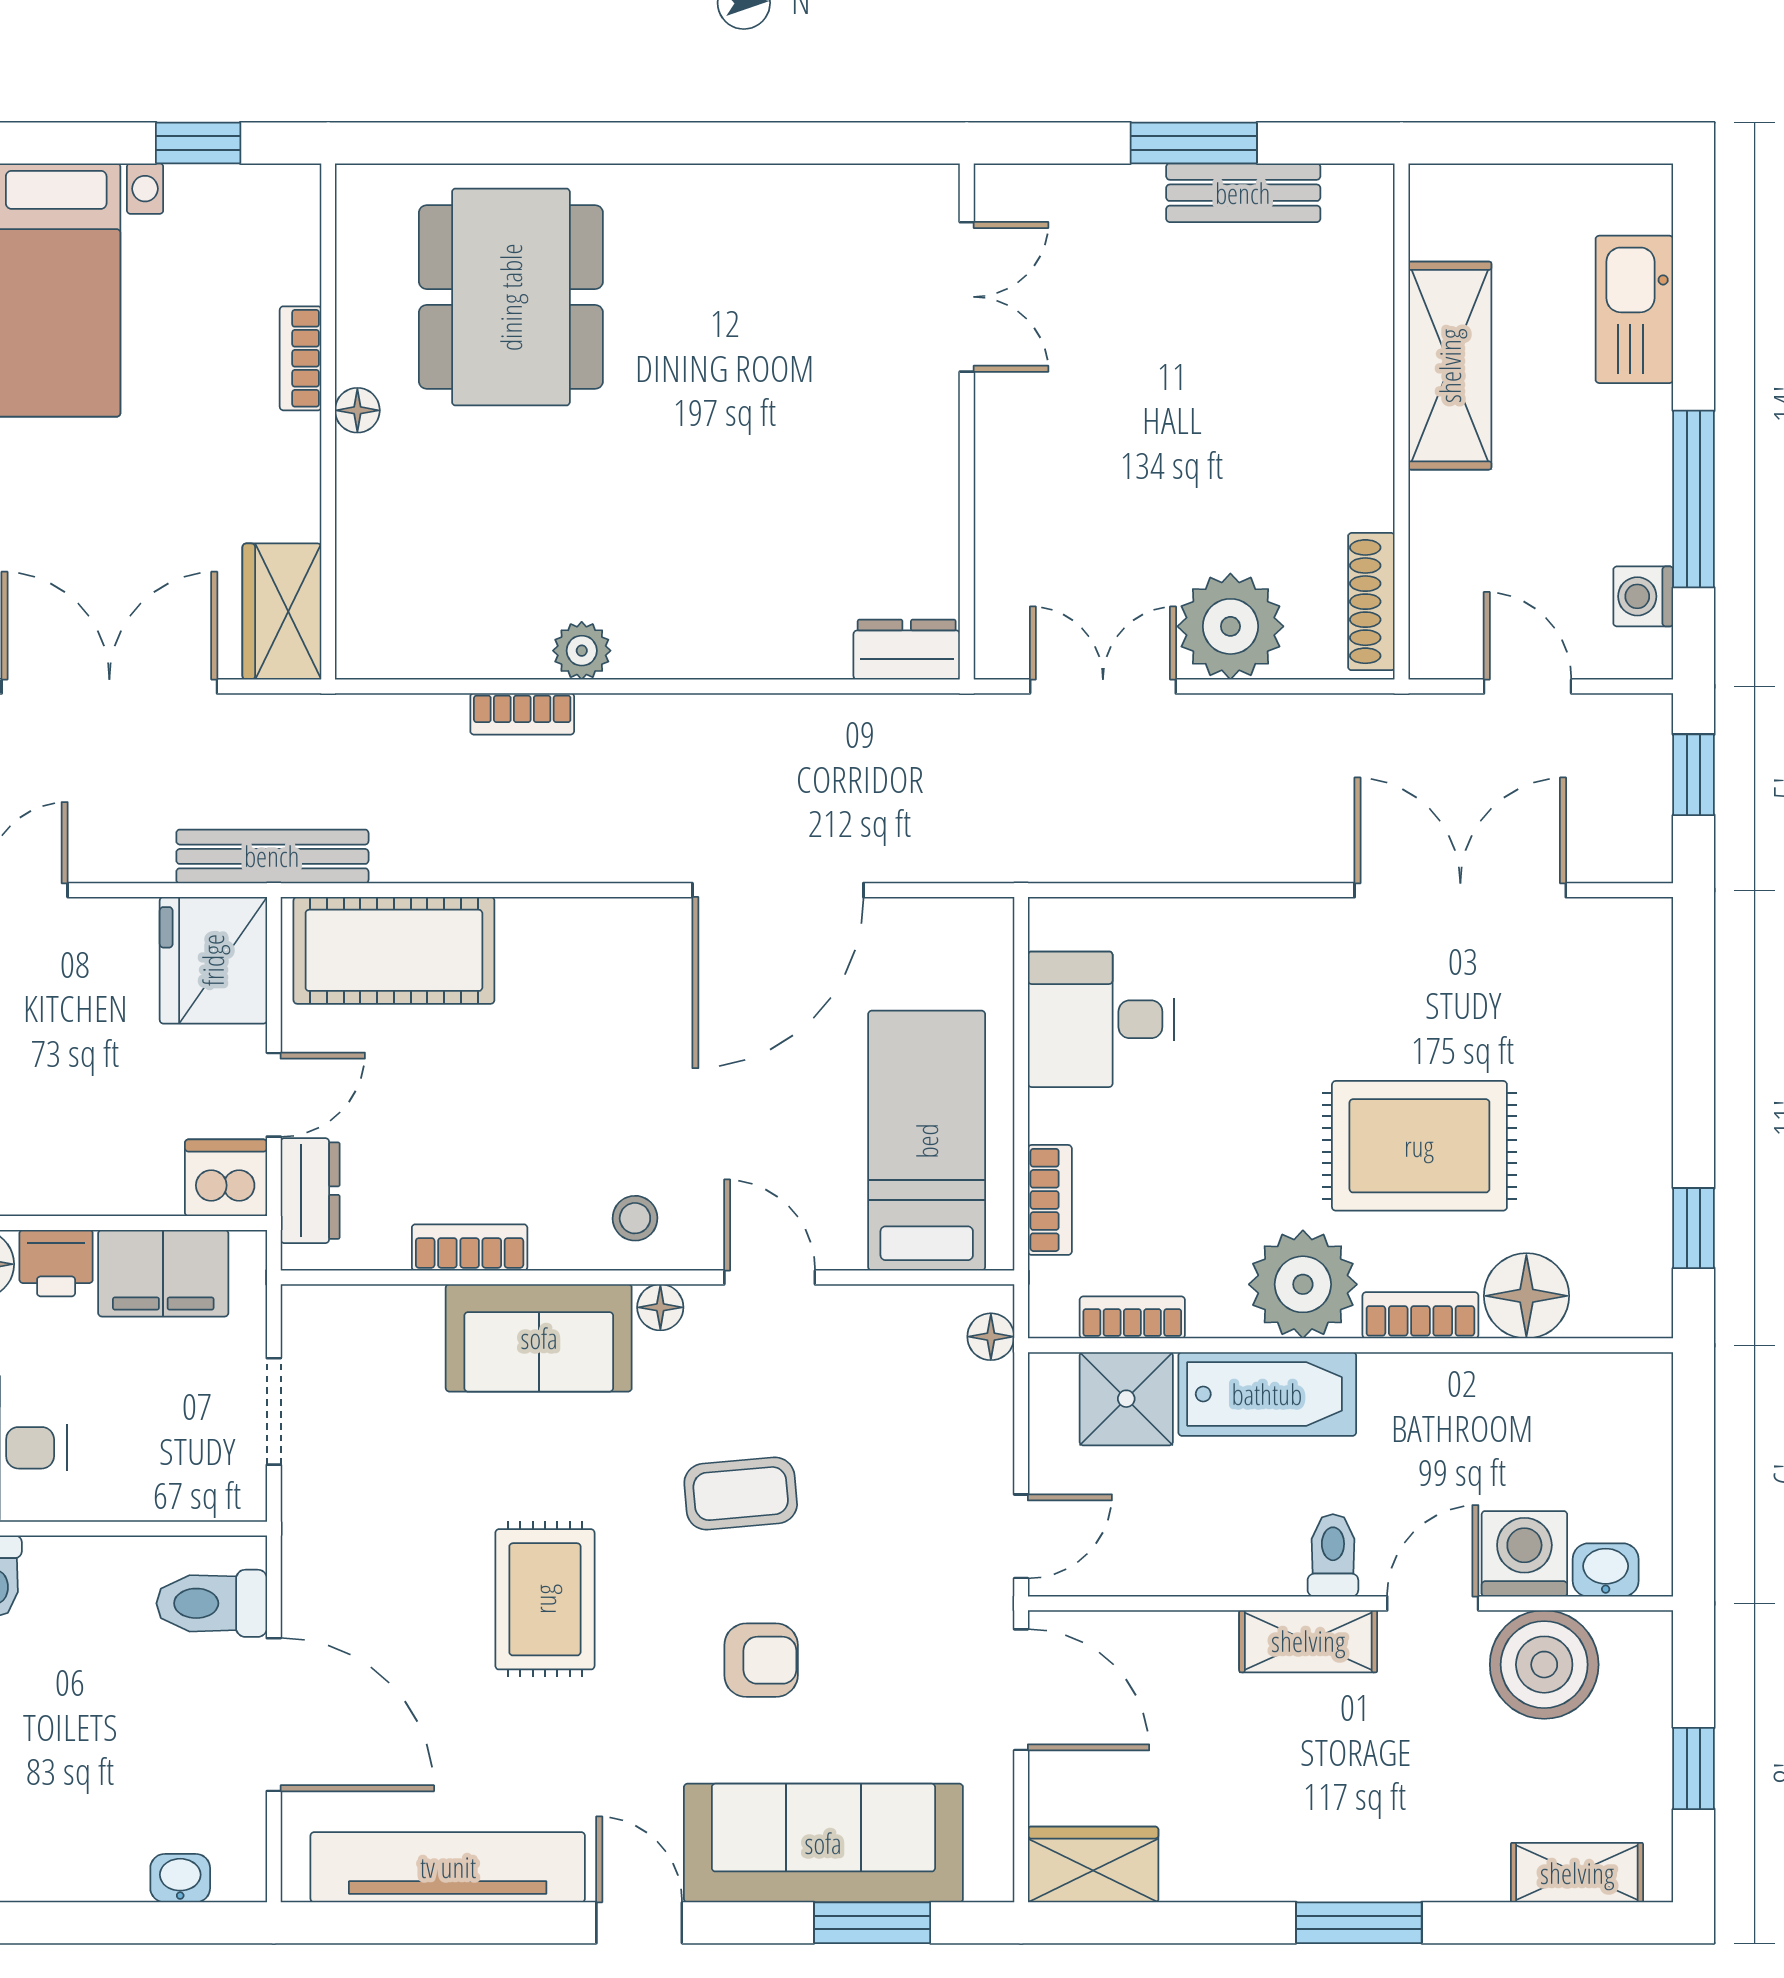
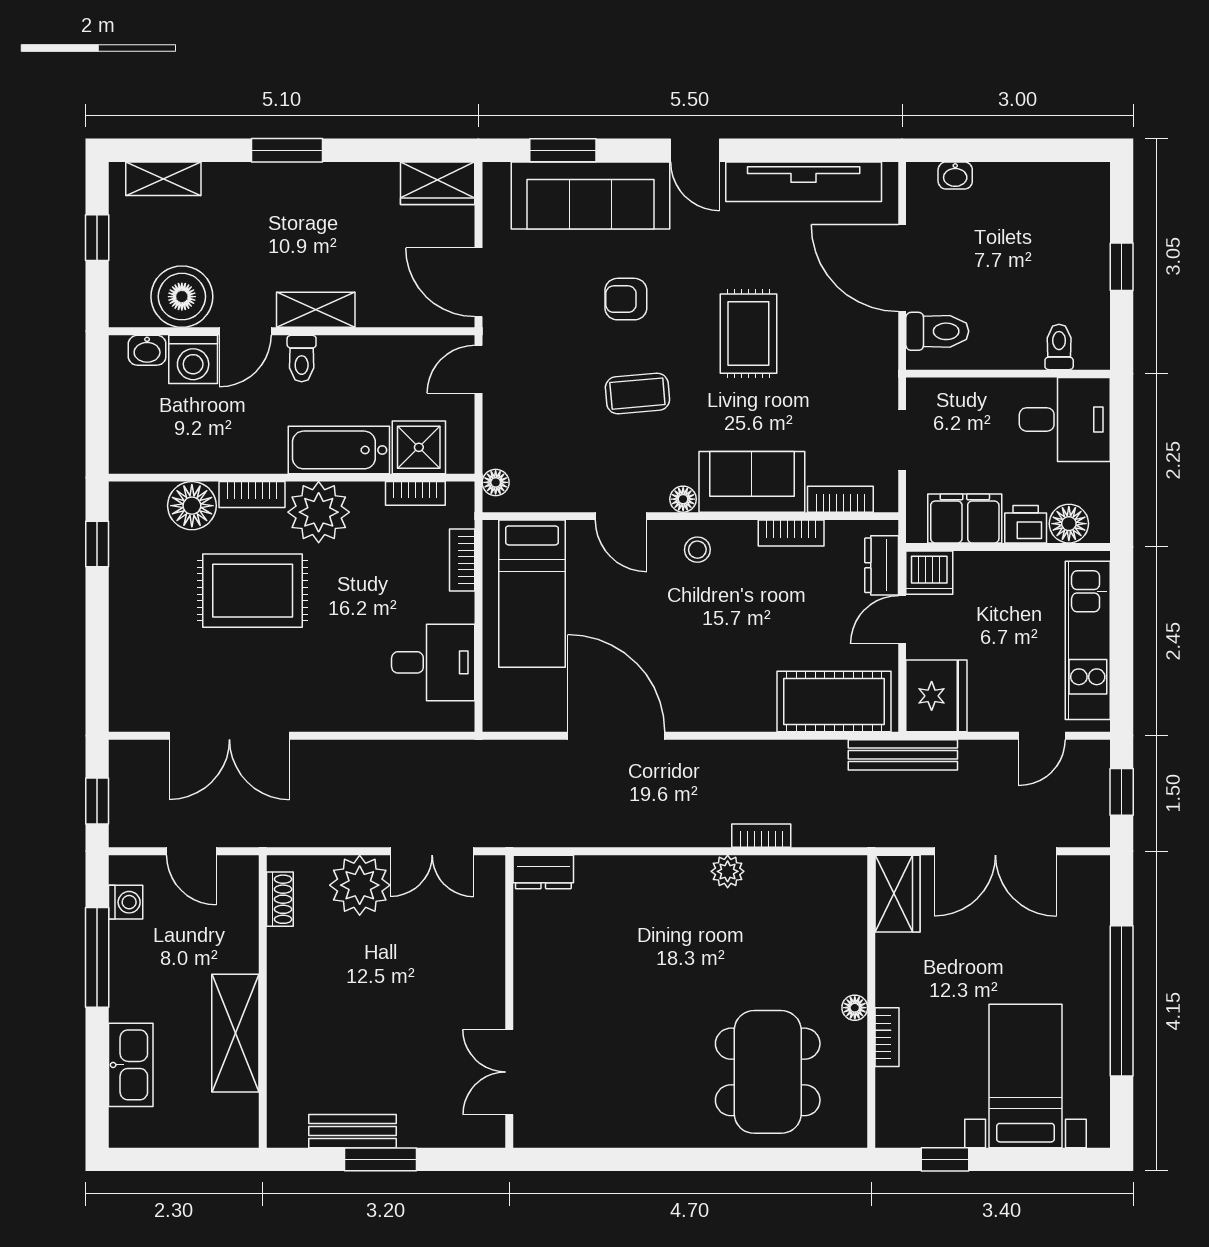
shoe rack: (1371, 602) -> (280, 899), width x0.70
door: (778, 890) -> (616, 736), hinge flipped
bookcase: (383, 1307) -> (840, 499), added

